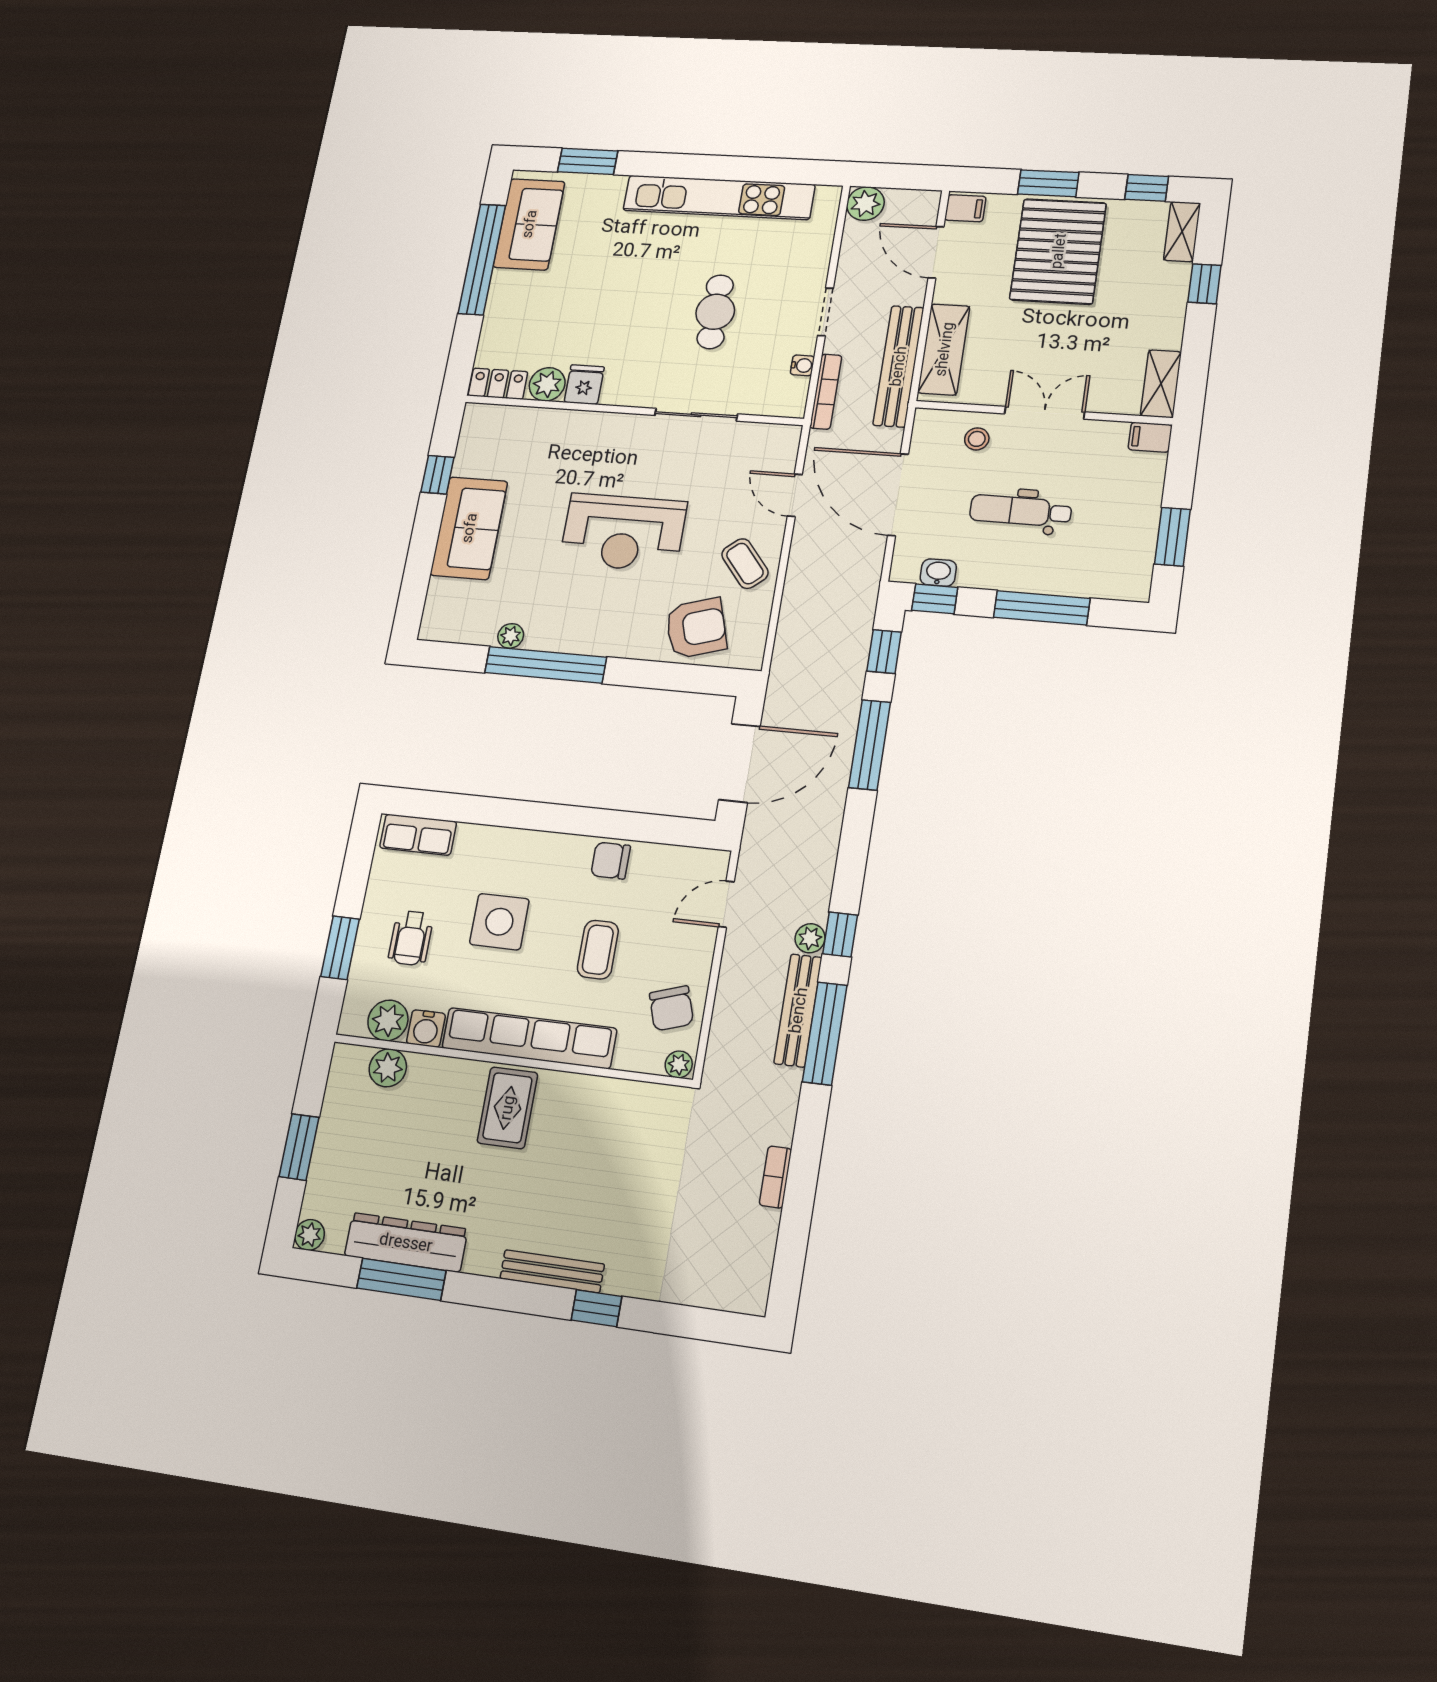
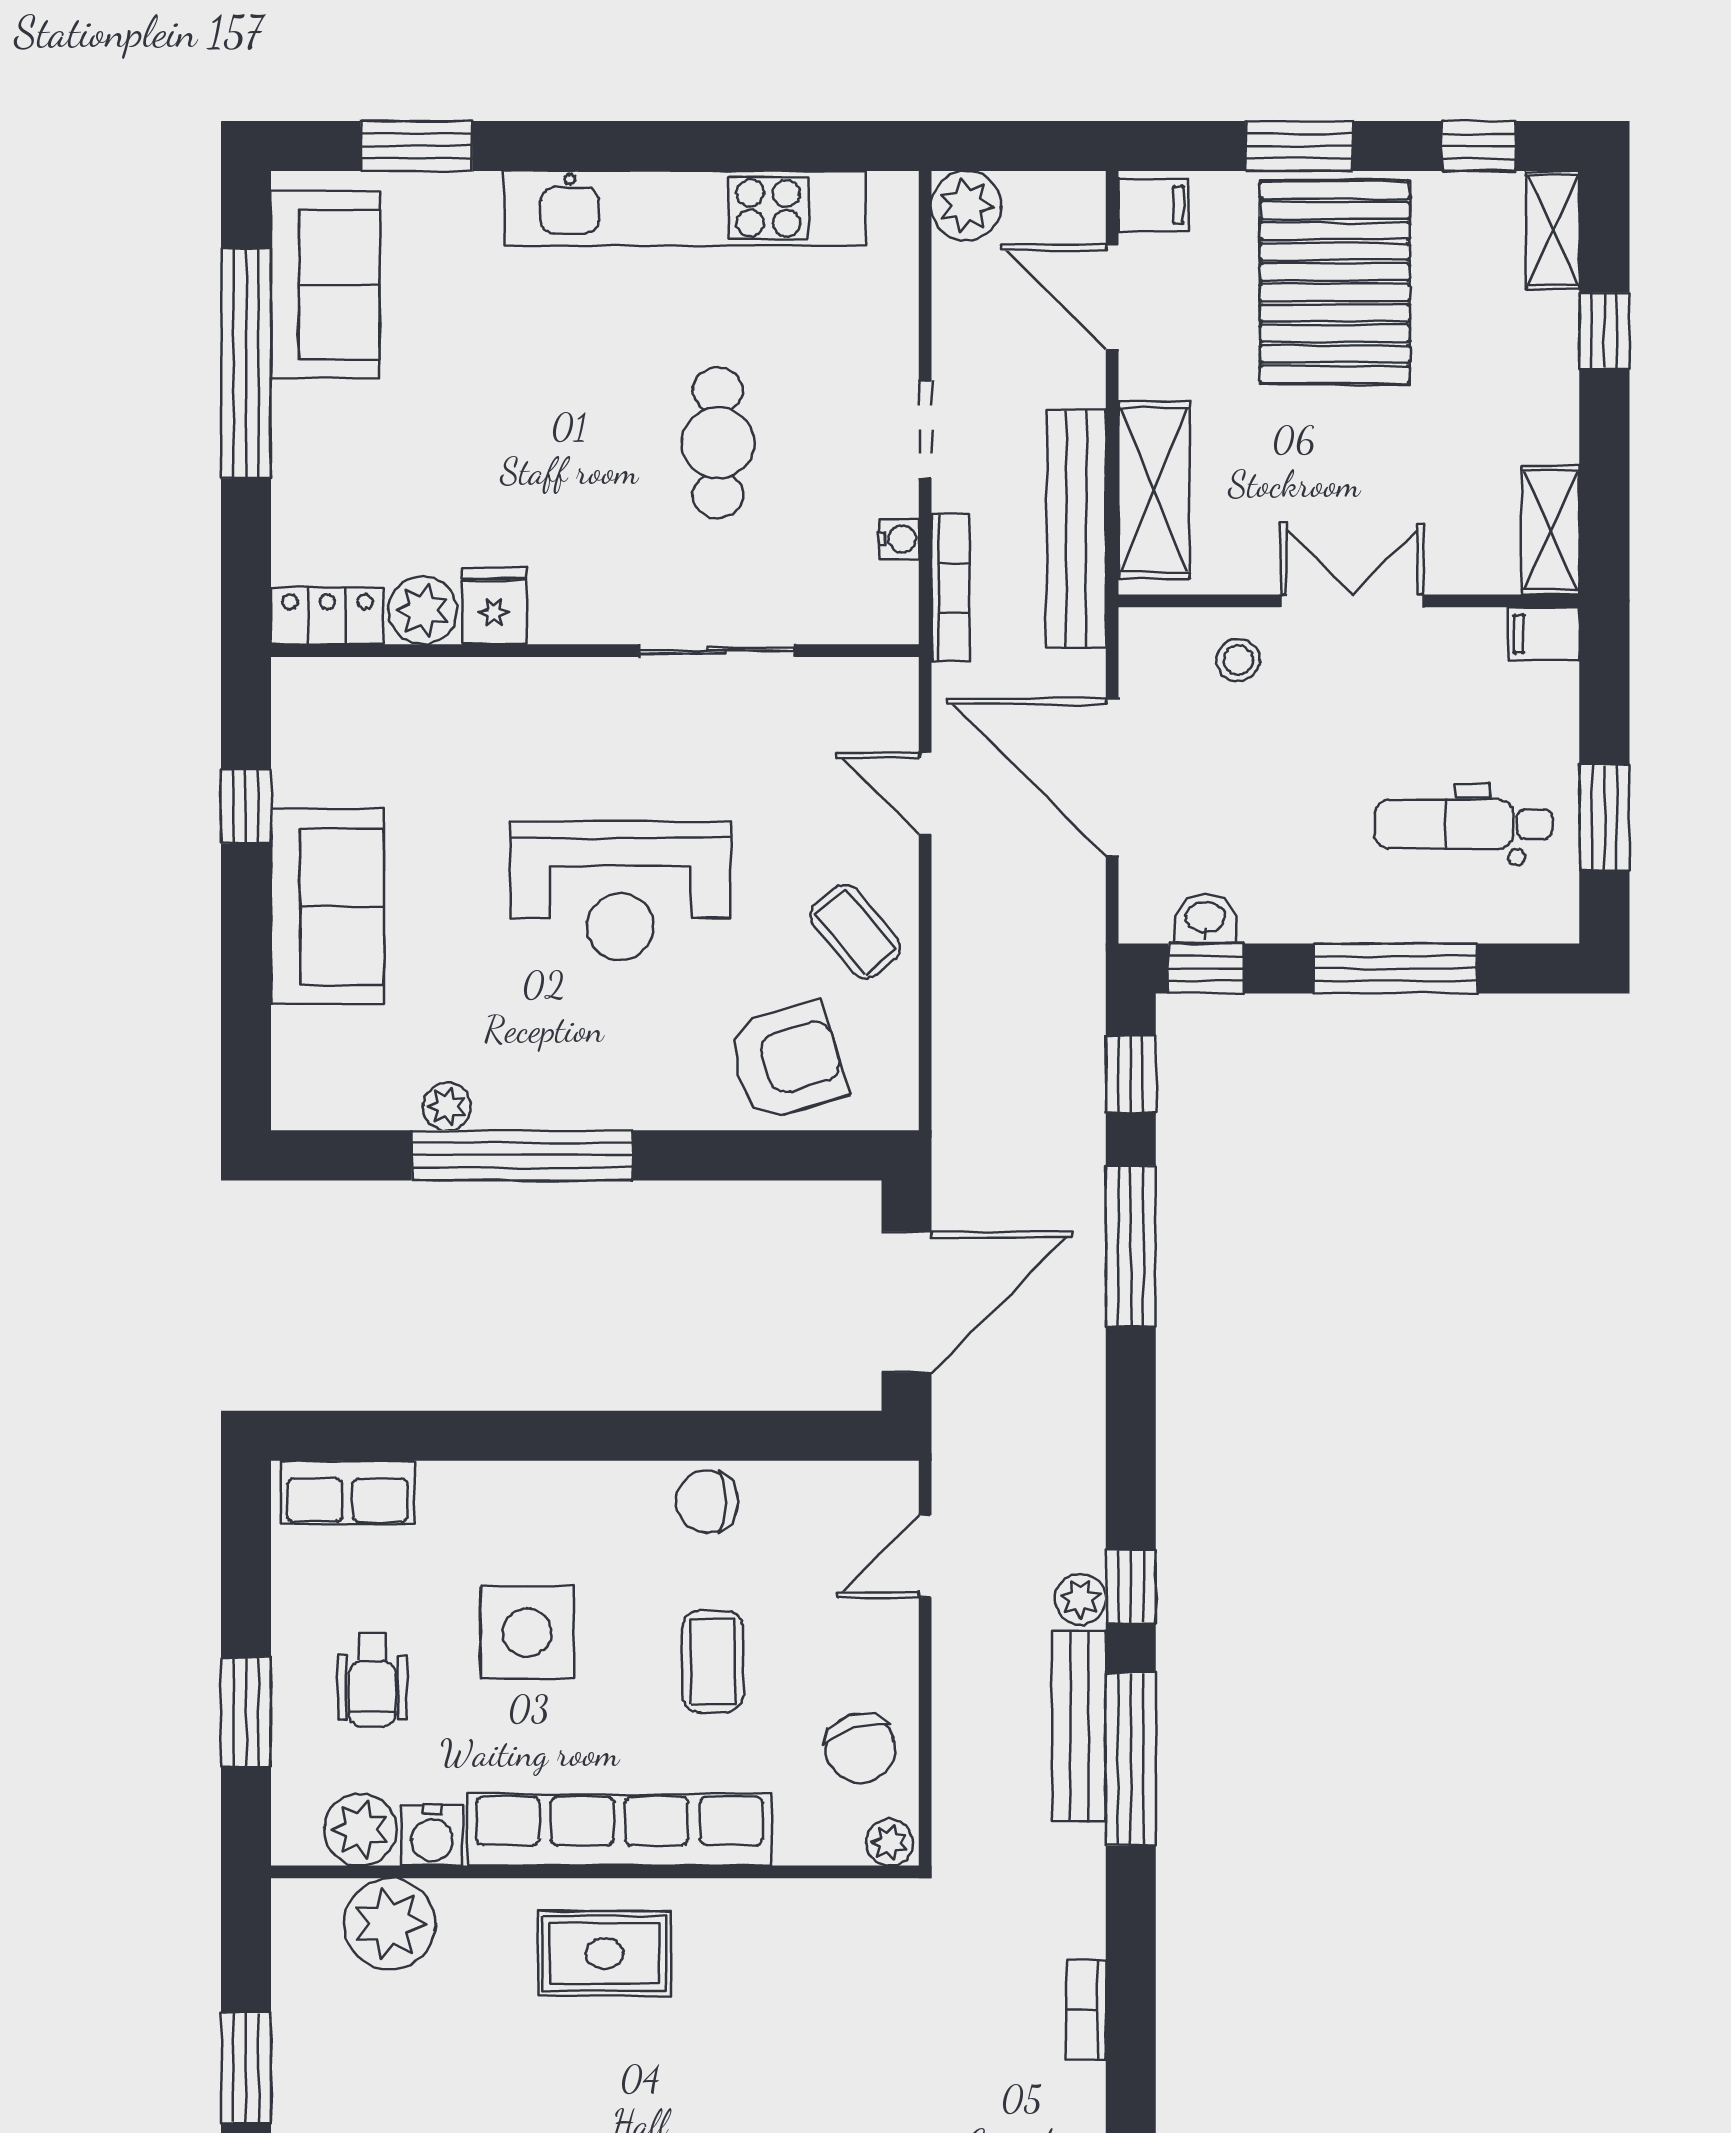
dental chair: (1021, 511) -> (1463, 824), moved
plant: (388, 1068) -> (390, 1924), width x1.36, depth x1.36
rug: (507, 1108) -> (604, 1953), turned 90

